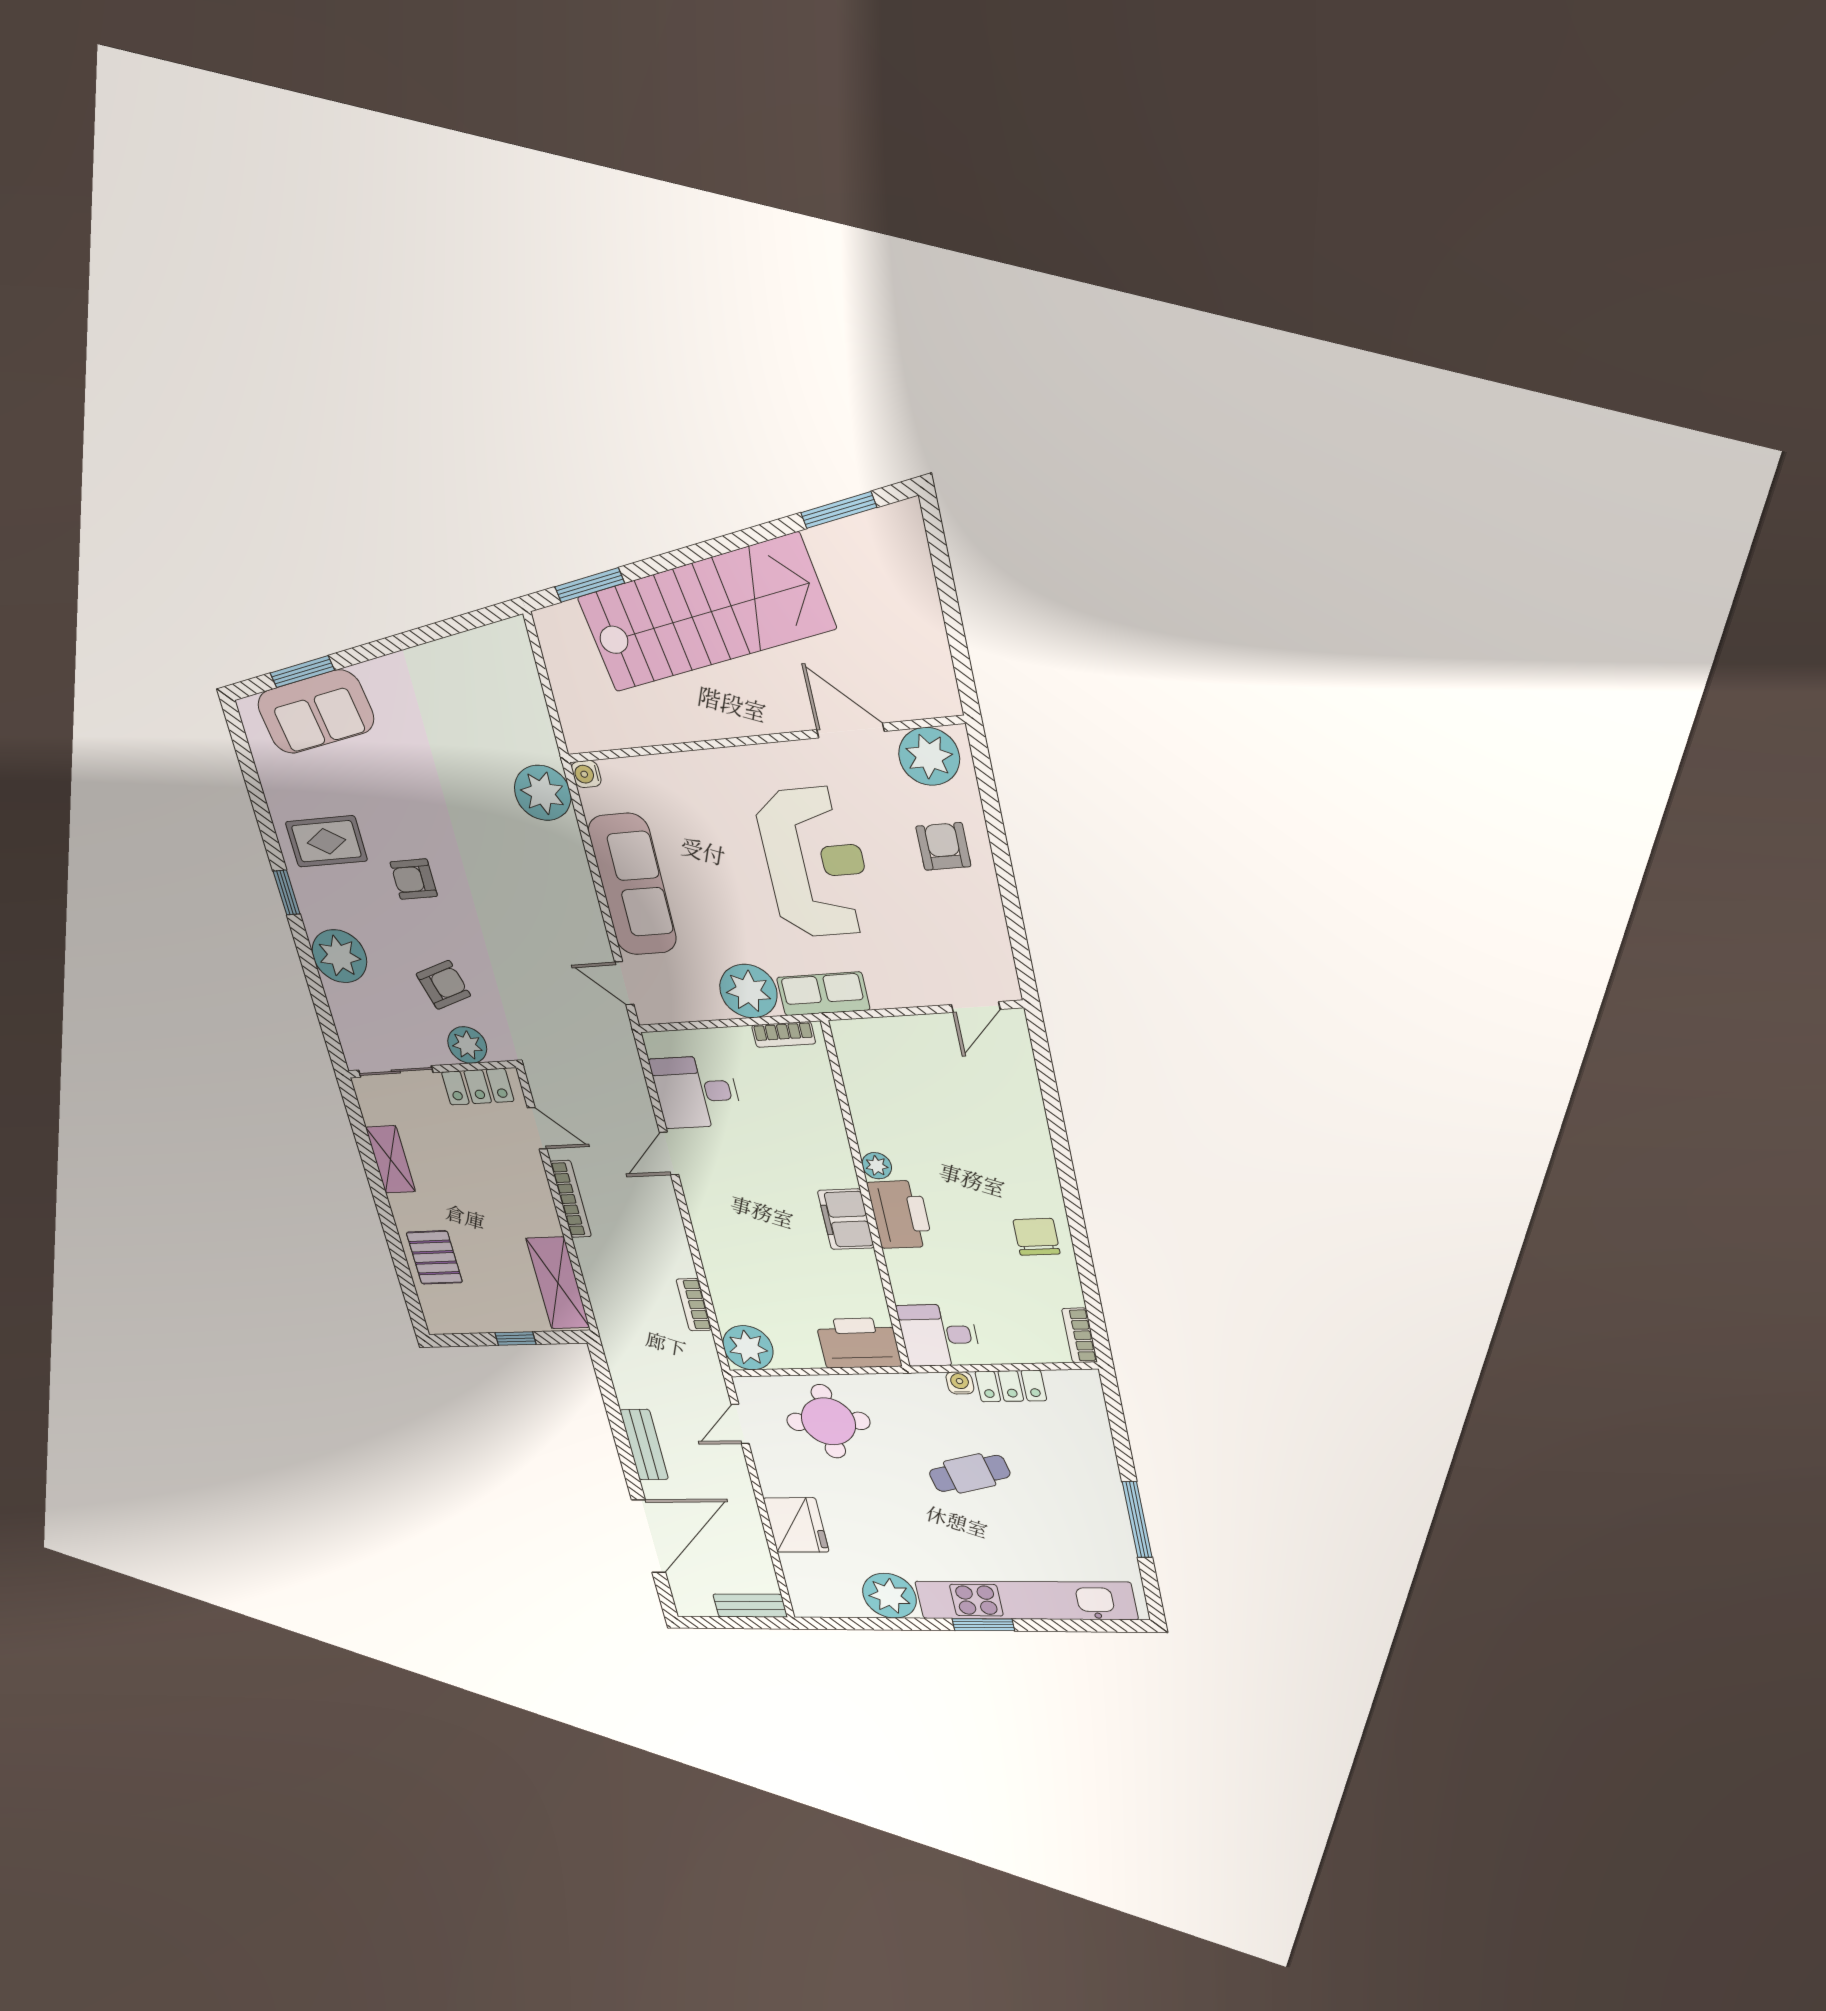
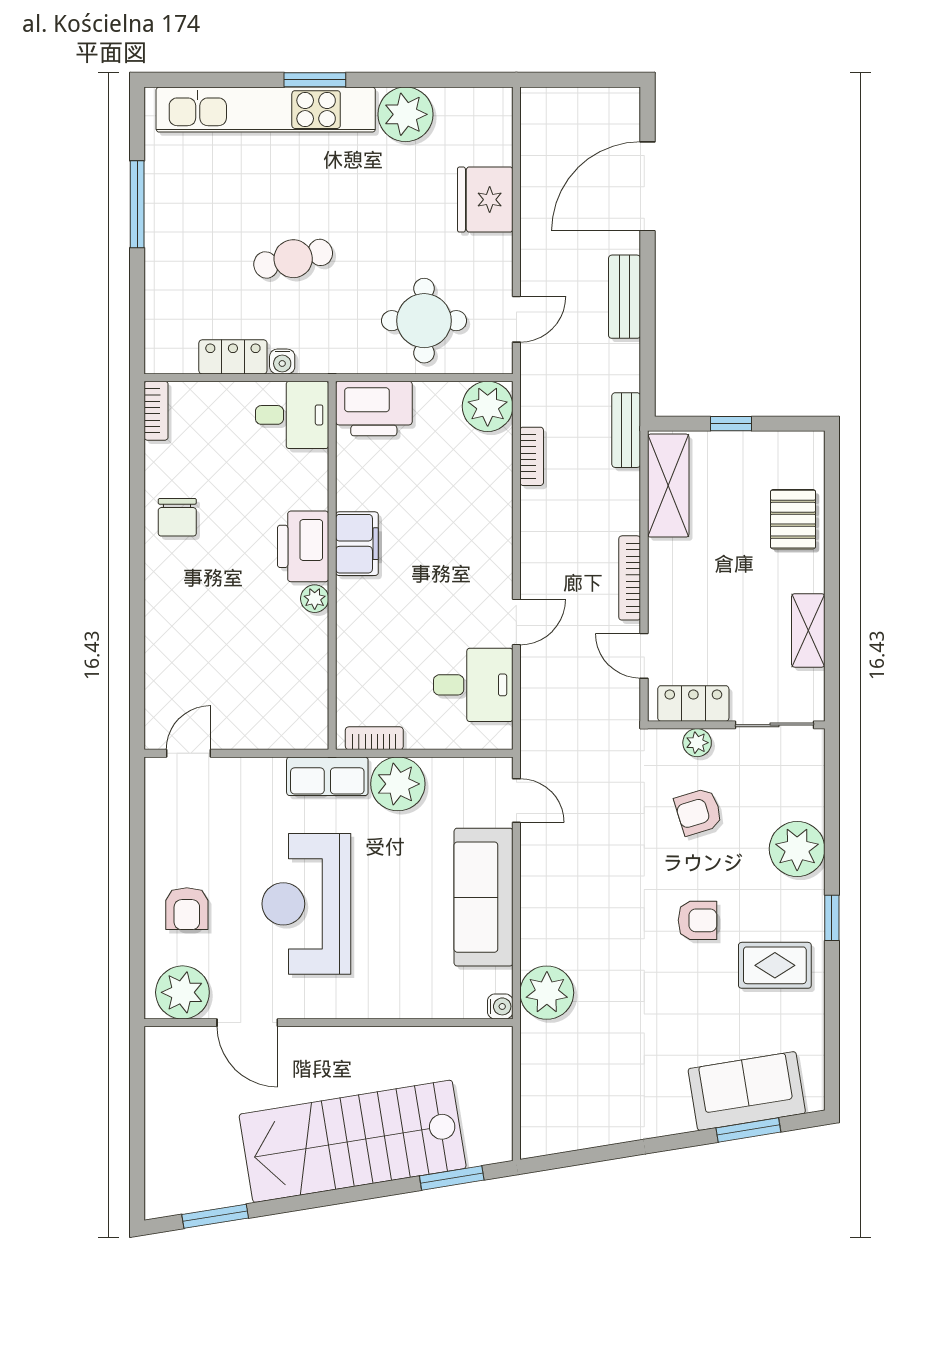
plant: (467, 1045) -> (697, 743), width x0.73, depth x0.73
bench: (750, 1606) -> (626, 430), moved, turned 90

